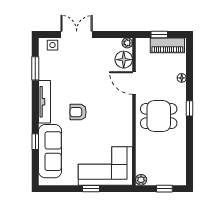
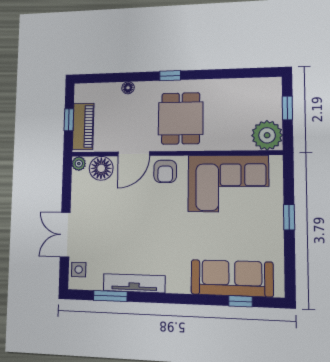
piano: (167, 45) -> (83, 127), moved
tv unit: (44, 102) -> (134, 283), moved
armchair: (78, 112) -> (165, 171), moved
window: (35, 142) -> (240, 301), moved
corner sofa: (105, 166) -> (228, 184), moved, turned -90
plant: (141, 180) -> (267, 135), width x1.88, depth x1.88

